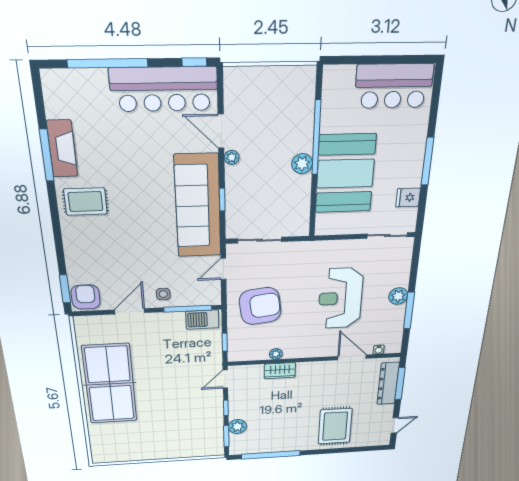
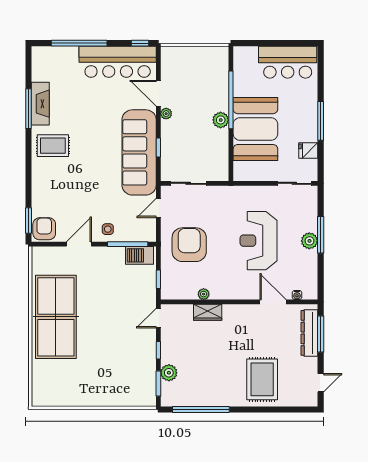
armchair: (260, 306) -> (189, 245), turned -83
window: (409, 310) -> (321, 235), moved

